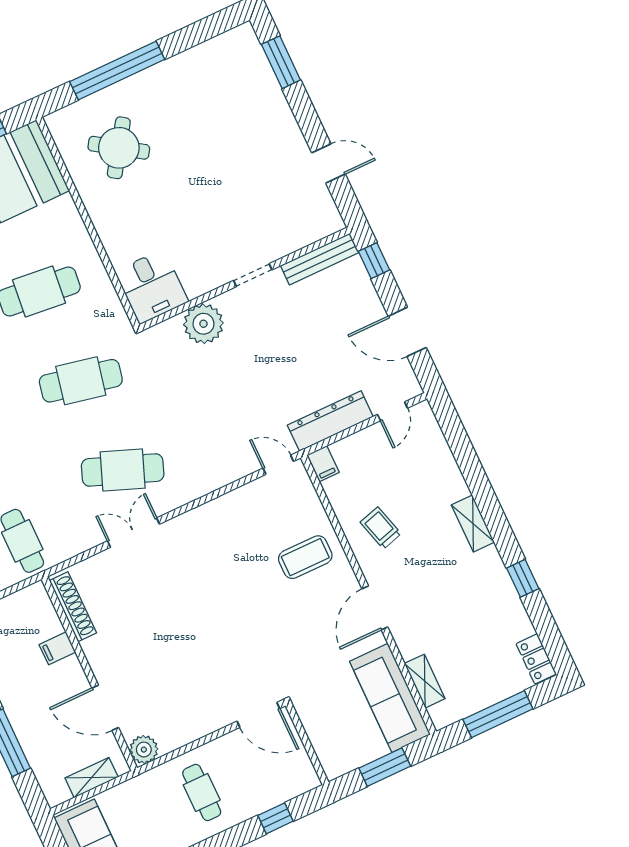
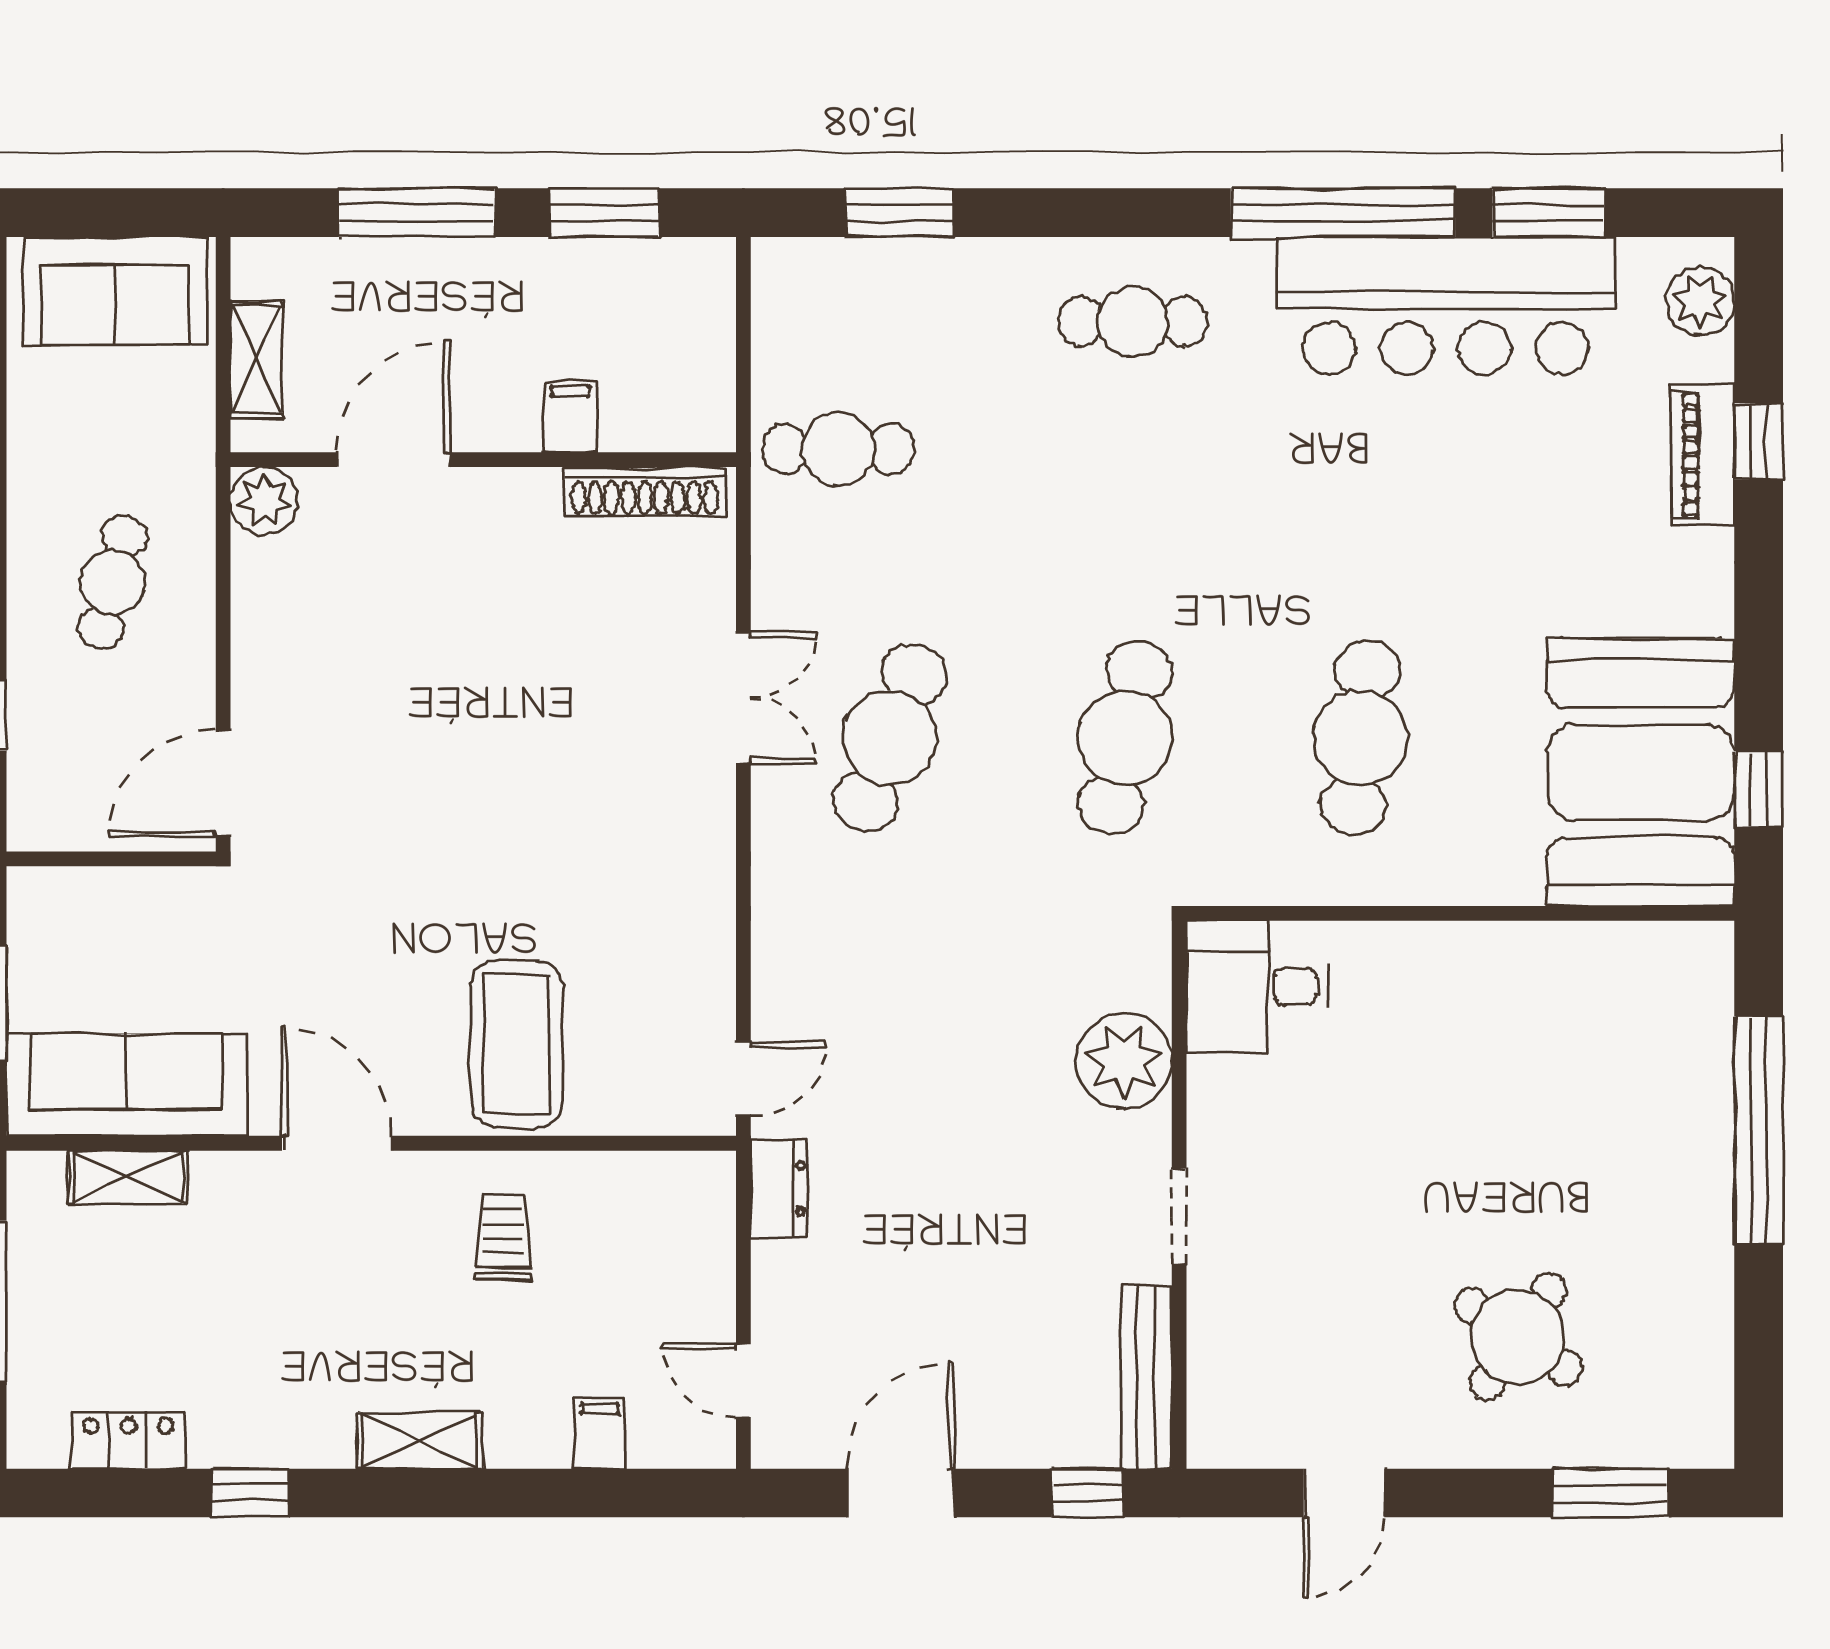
round table: (119, 148) -> (1518, 1337), moved
dresser: (330, 421) -> (779, 1189), width x0.51, depth x0.80
filing cabinet: (323, 464) -> (600, 1433), moved, turned 90
trolley: (381, 528) -> (503, 1237), turned -74
coffee table: (305, 557) -> (517, 1044), width x1.36, depth x1.32
locker: (536, 659) -> (128, 1440), moved
cafe table: (202, 793) -> (113, 582), turned -76

